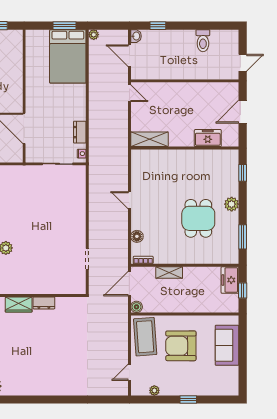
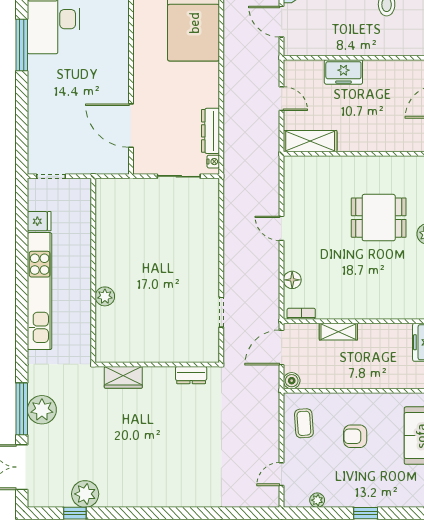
door: (129, 93) -> (282, 99), moved
dresser: (80, 132) -> (211, 131), width x1.44
freezer: (208, 138) -> (343, 72), moved, turned 180
dining table: (198, 218) -> (379, 218), moved, turned 90
dresser: (44, 303) -> (191, 375), moved
coffee table: (145, 337) -> (304, 423), width x0.54, depth x0.58
armchair: (181, 346) -> (355, 436), width x0.53, depth x0.53

